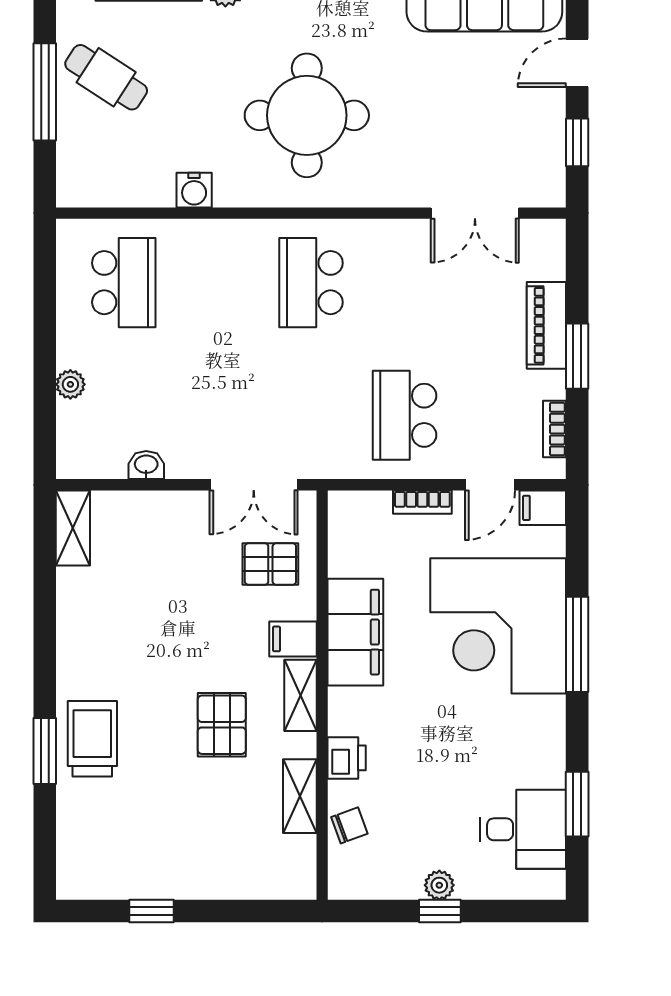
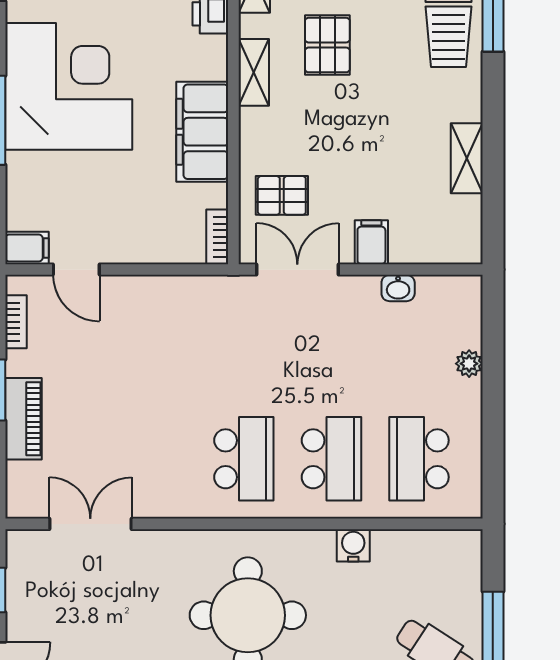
school desk: (405, 415) -> (331, 459), moved
door: (490, 485) -> (76, 270), swing flipped
bookcase: (422, 502) -> (217, 237), moved, turned -90
shelving: (73, 528) -> (467, 158), moved
corner desk: (498, 626) -> (69, 86), moved
filing cabinet: (293, 639) -> (371, 242), moved, turned -90

